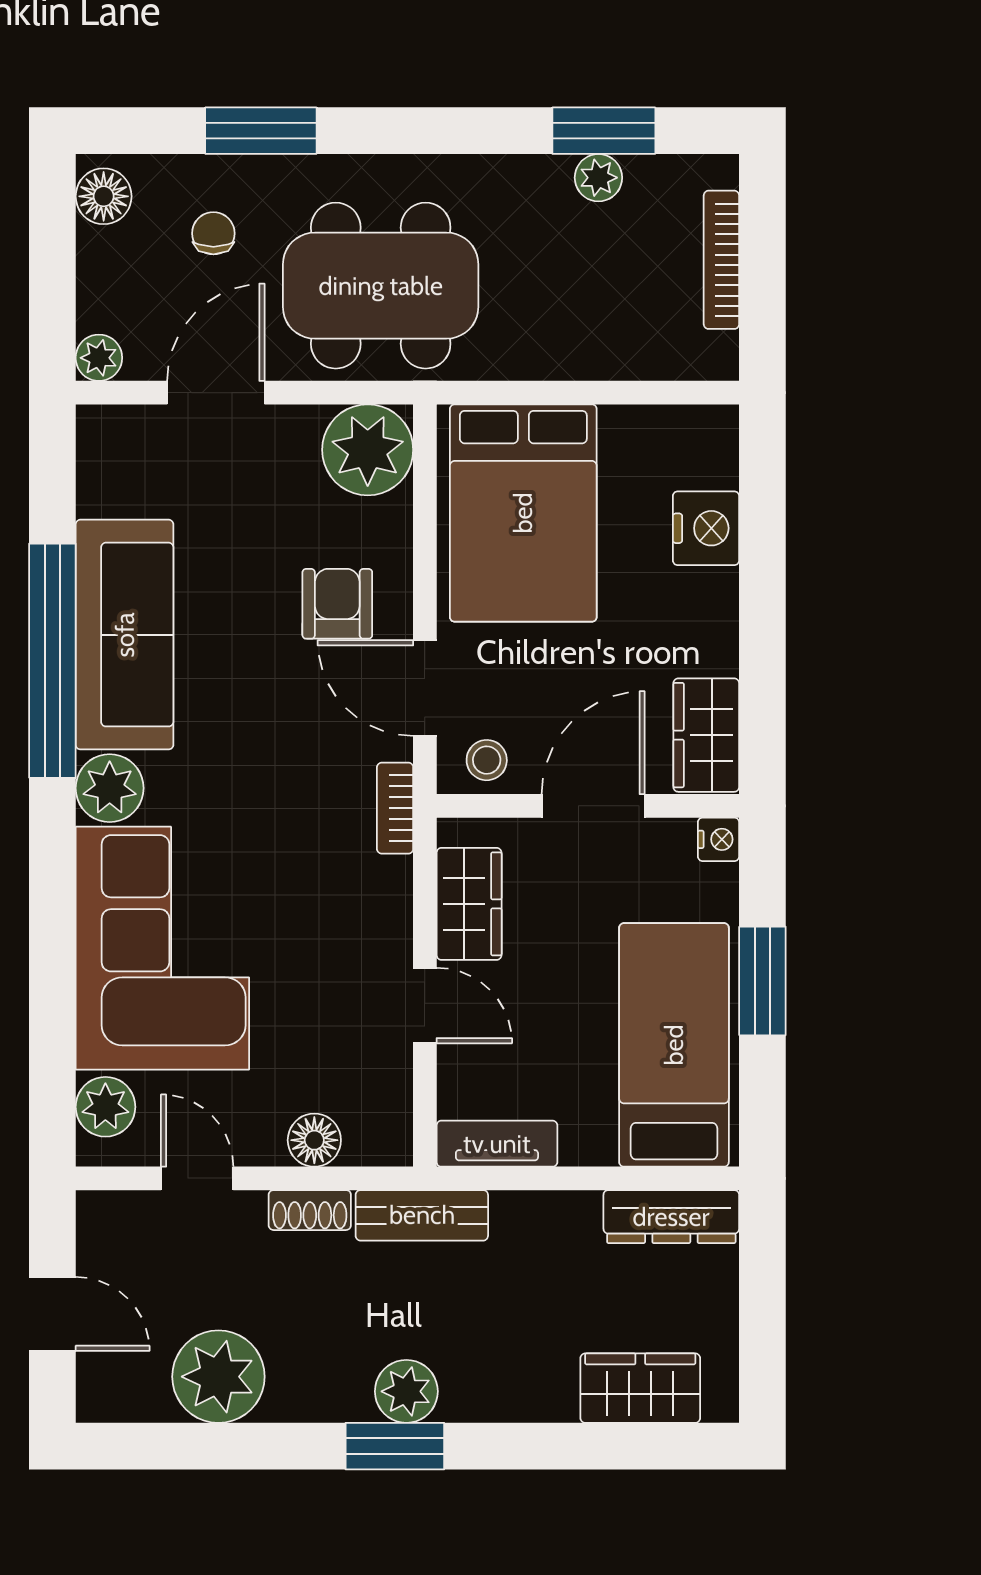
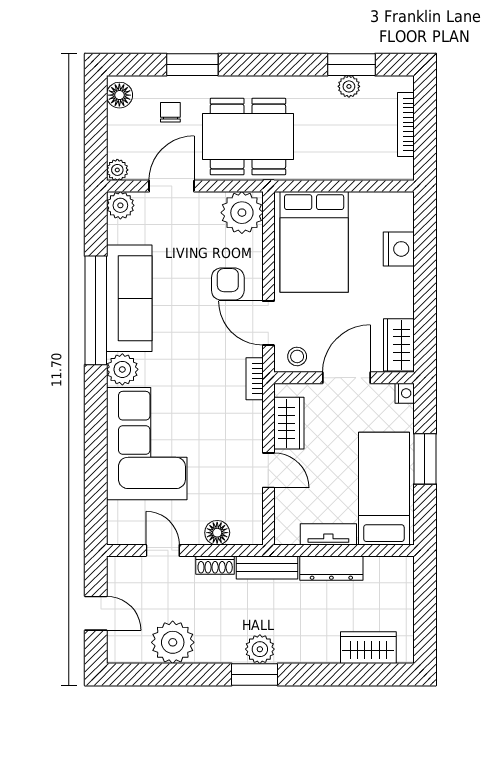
plant: (105, 1107) -> (120, 205), moved
tv unit: (497, 1144) -> (328, 534), moved
dresser: (671, 1217) -> (331, 568), moved

